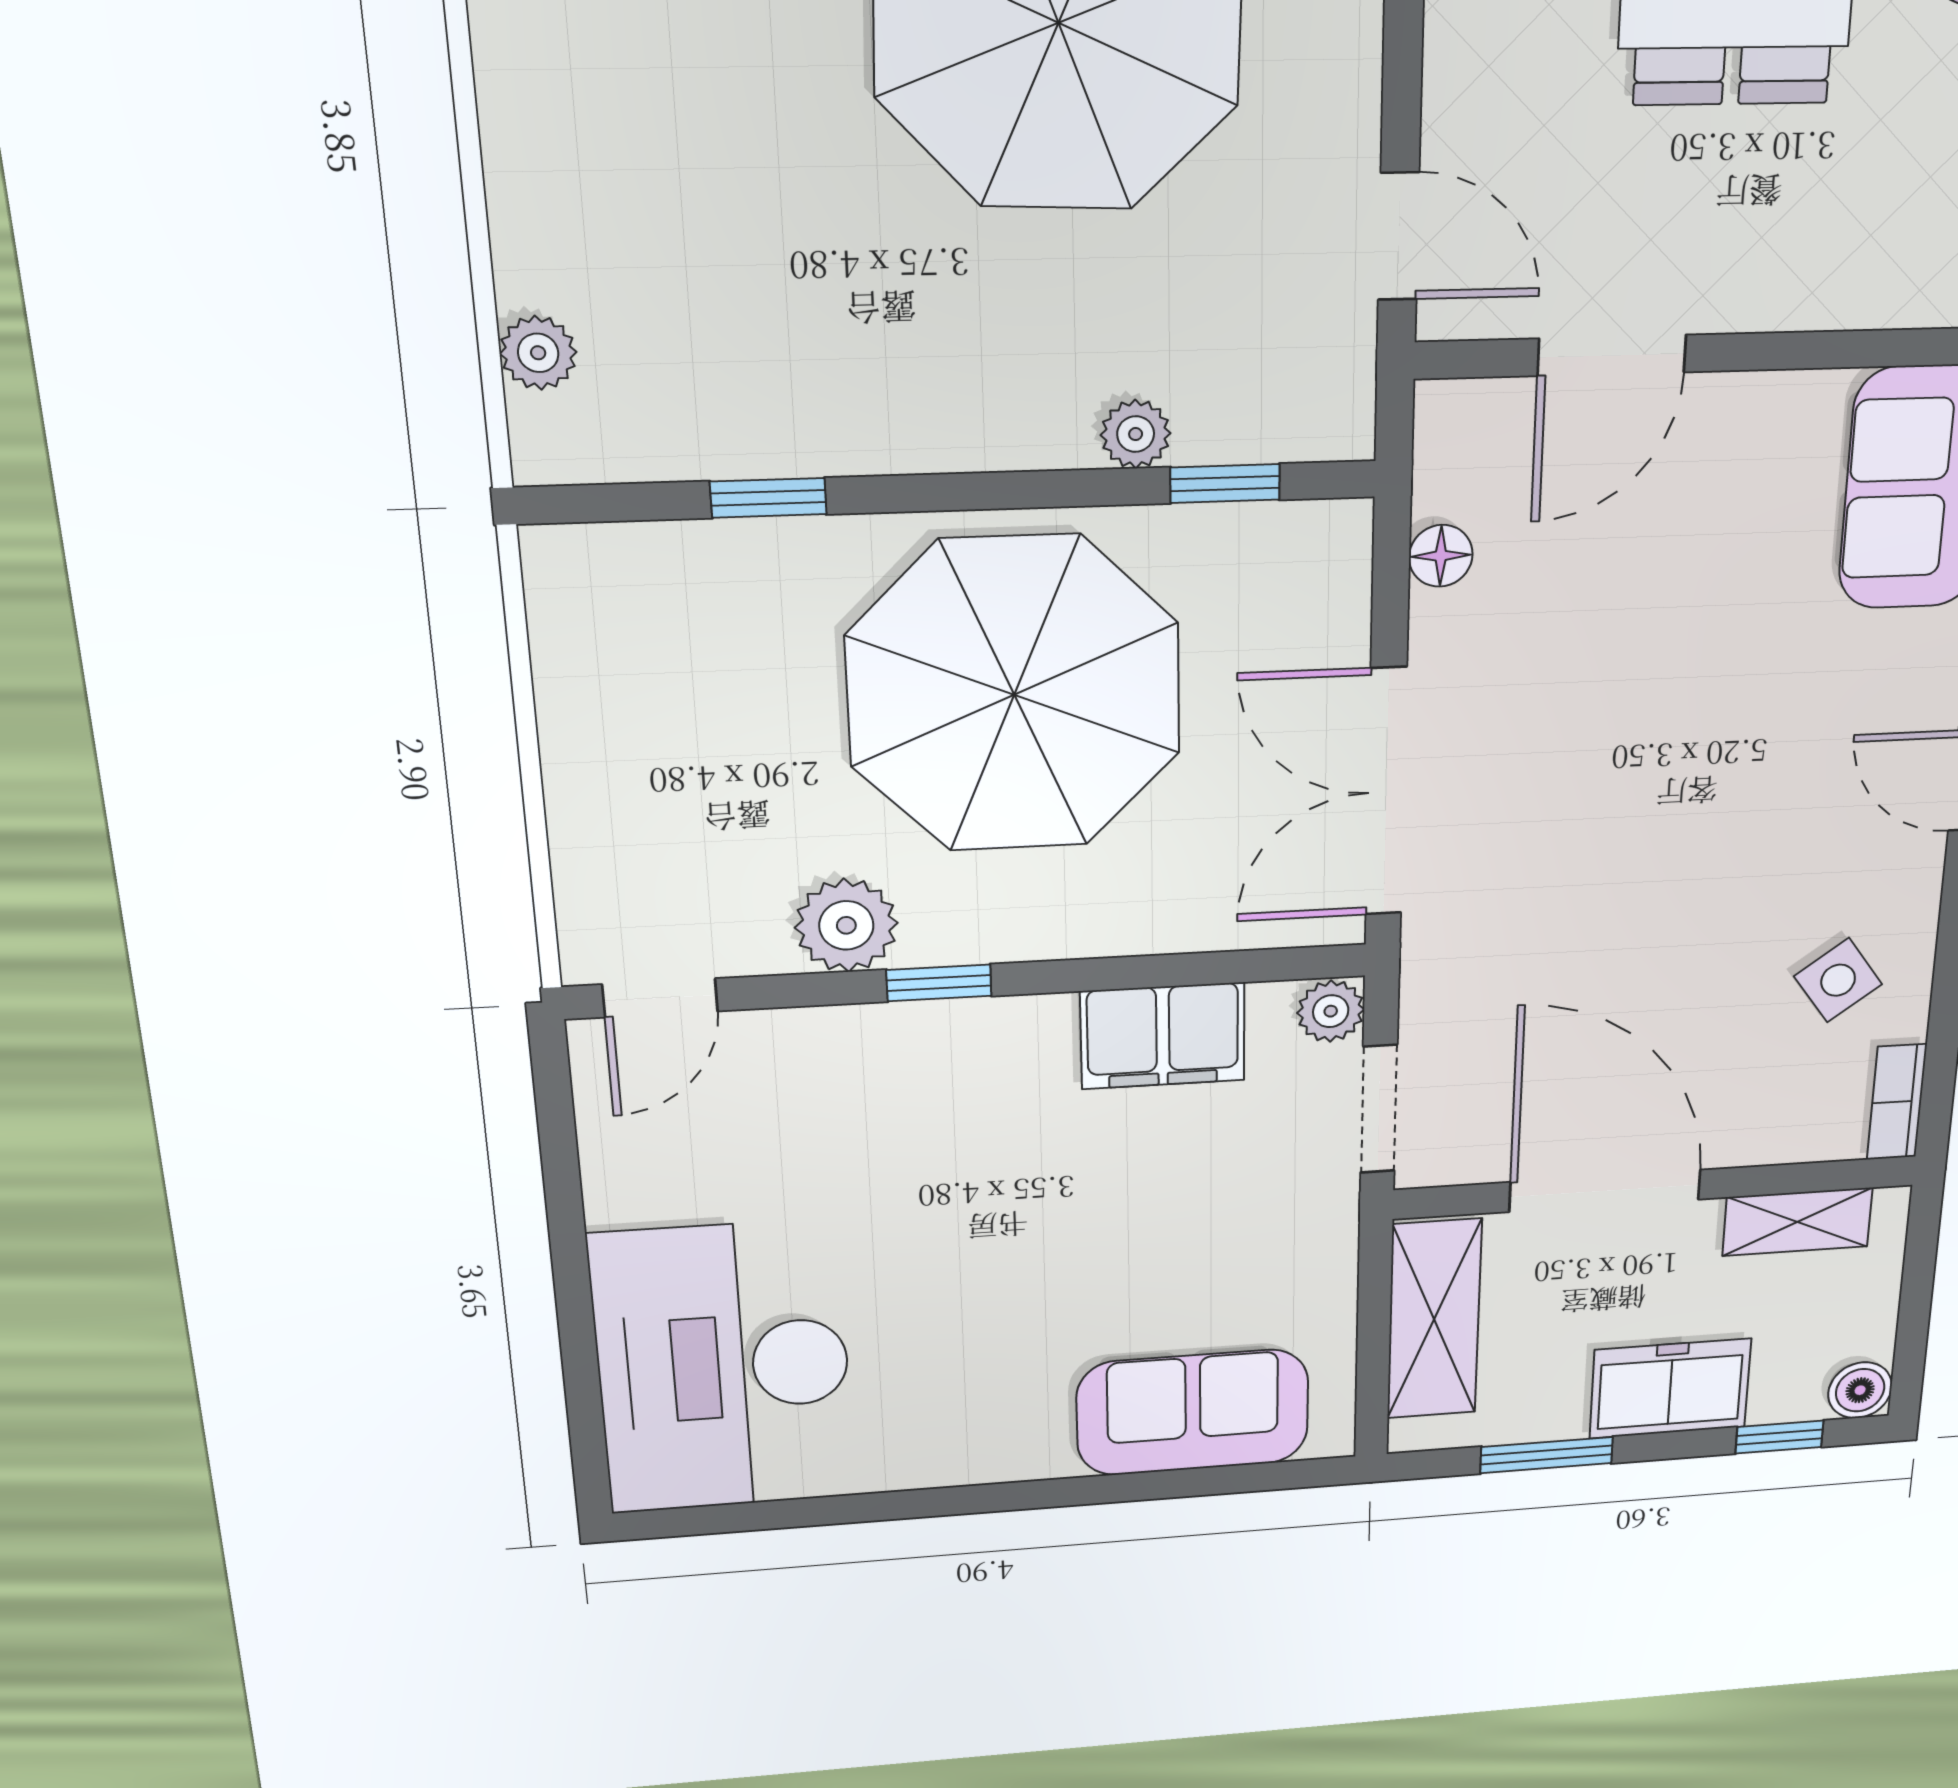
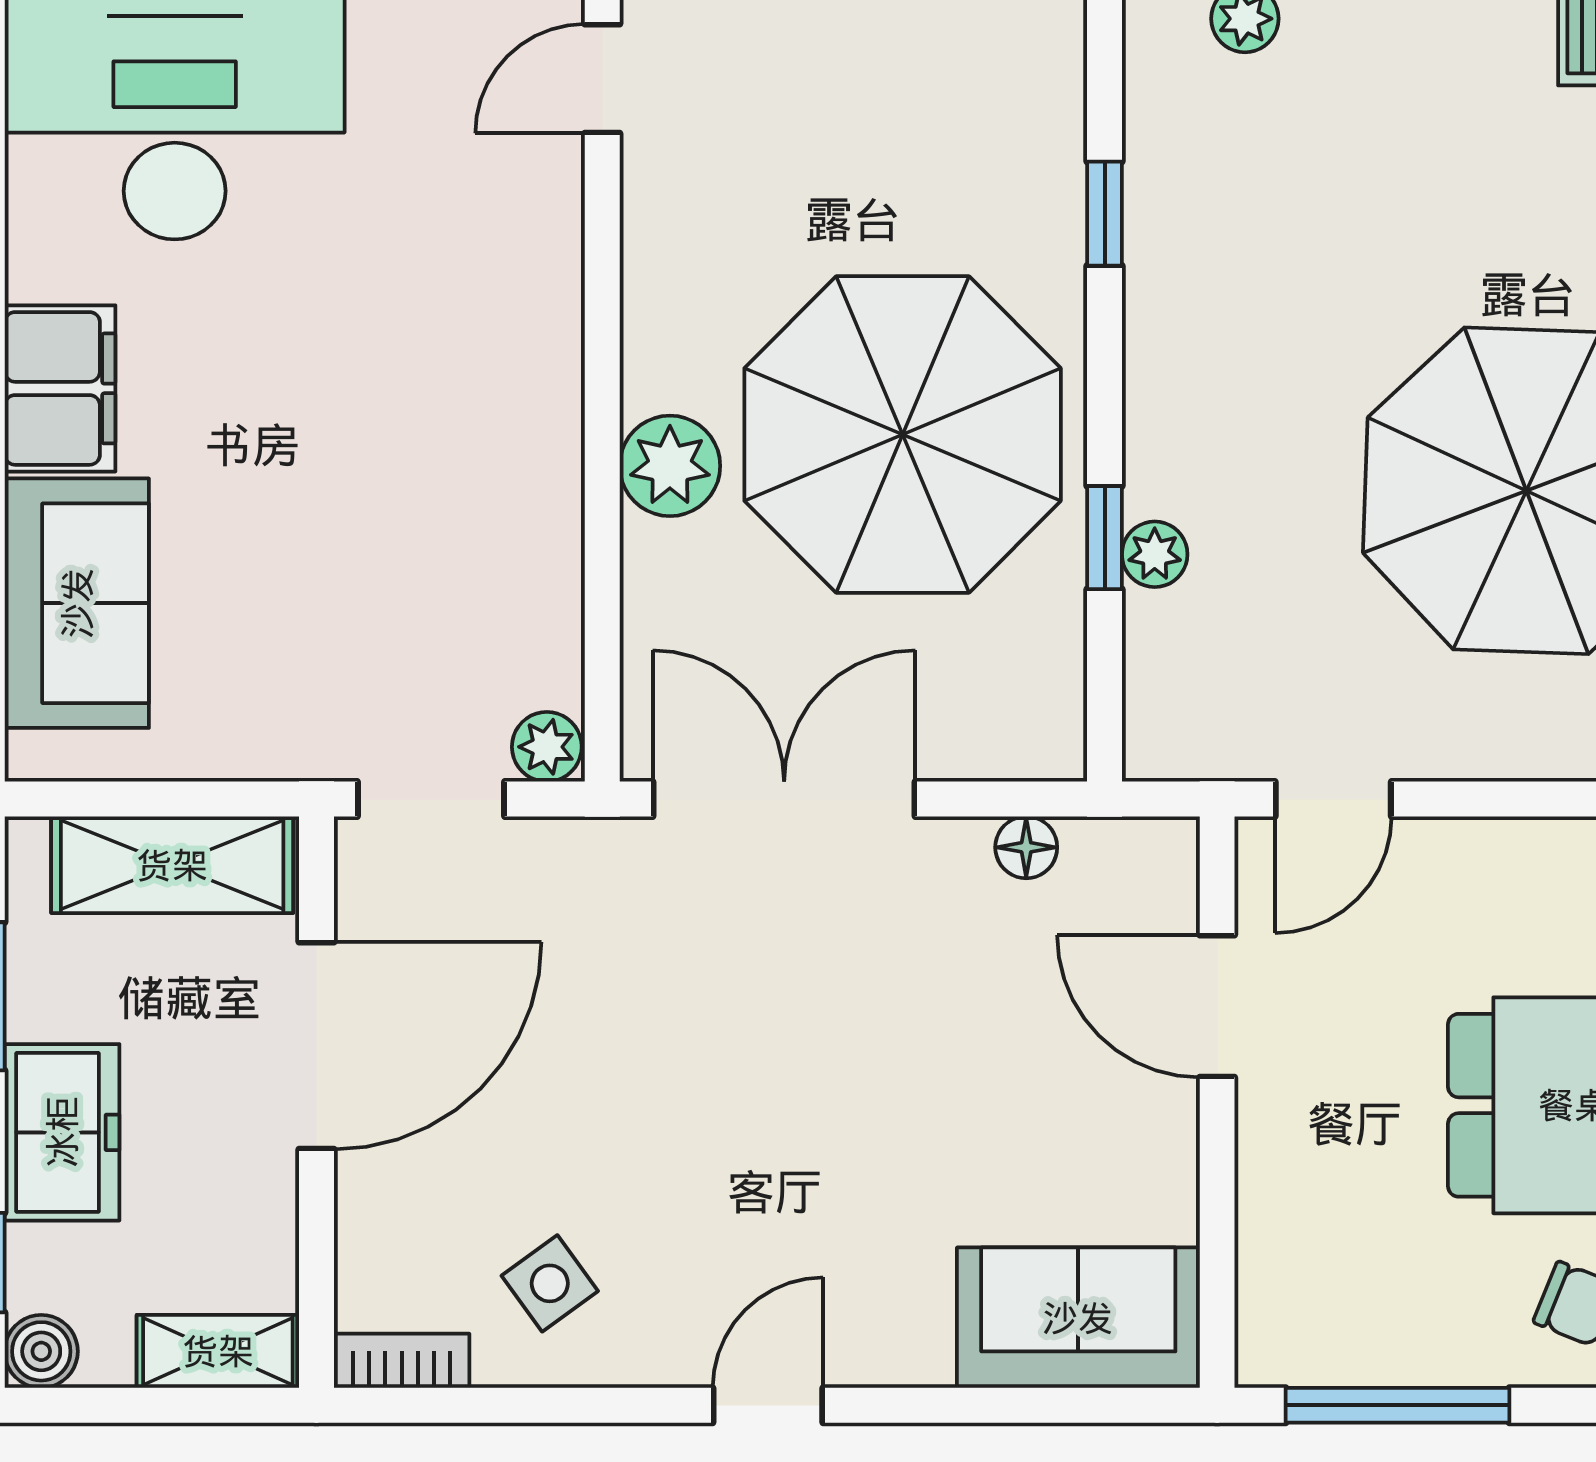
window: (1225, 483) -> (1105, 538), moved
plant: (846, 925) -> (670, 466), moved
window: (939, 983) -> (602, 351), removed
door: (660, 998) -> (602, 79), hinge flipped
filing cabinet: (1163, 1036) -> (60, 388), moved, turned 180
shelving: (1797, 1222) -> (218, 1351), moved, turned 90

